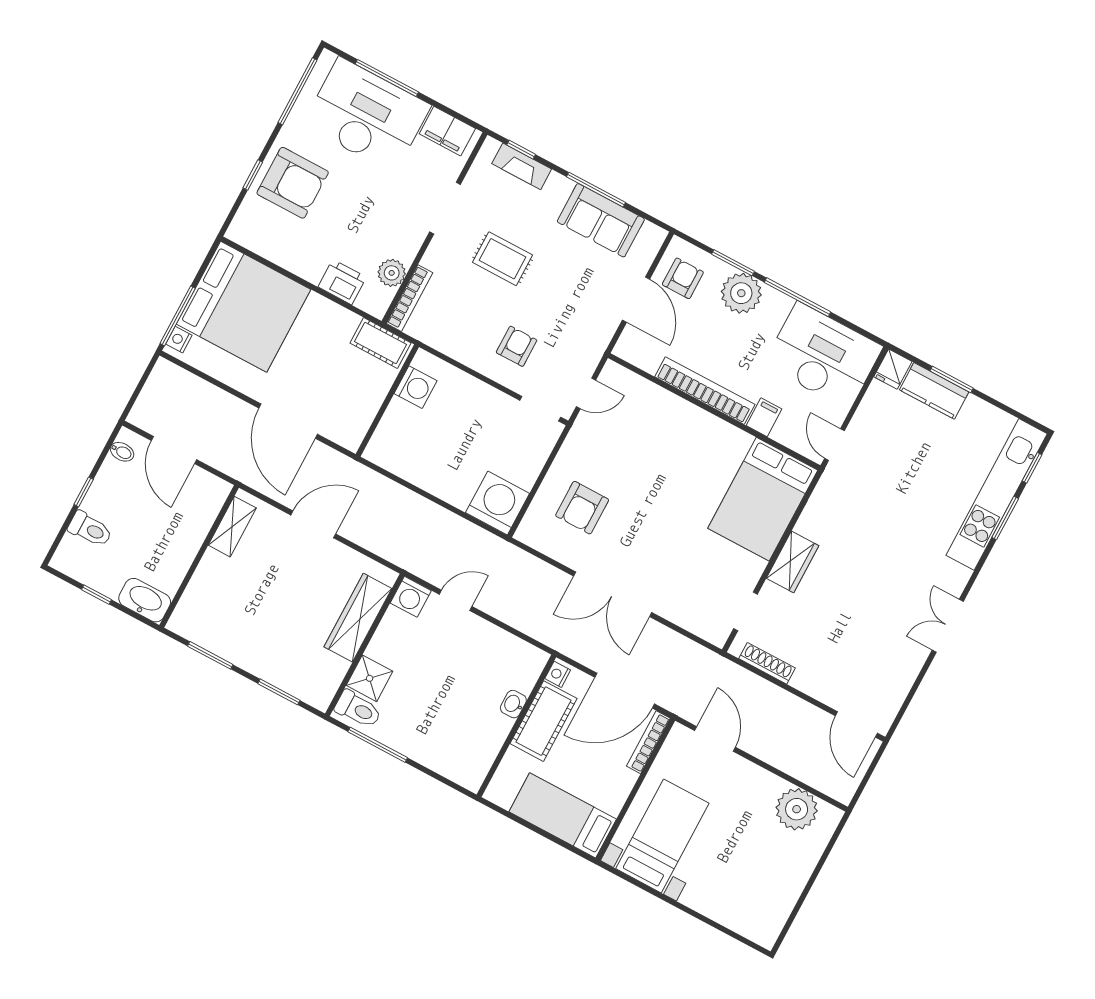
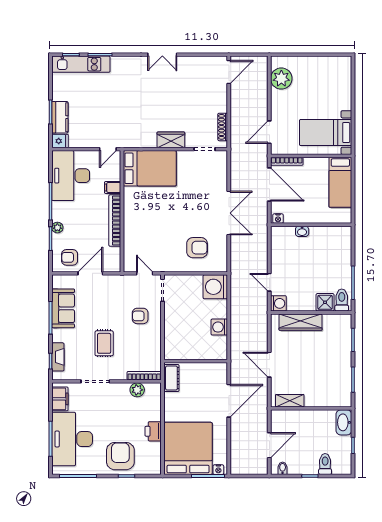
printer: (342, 282) -> (153, 431), moved
plant: (741, 293) -> (57, 228), width x0.53, depth x0.53
washing machine: (415, 387) -> (219, 327), moved, turned -90
kitchen unit: (997, 494) -> (81, 64), width x0.73
cot: (544, 721) -> (302, 214), removed

